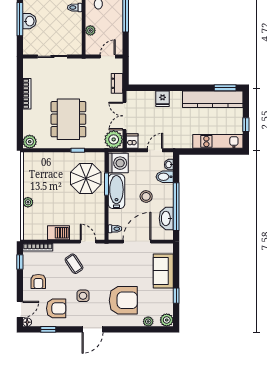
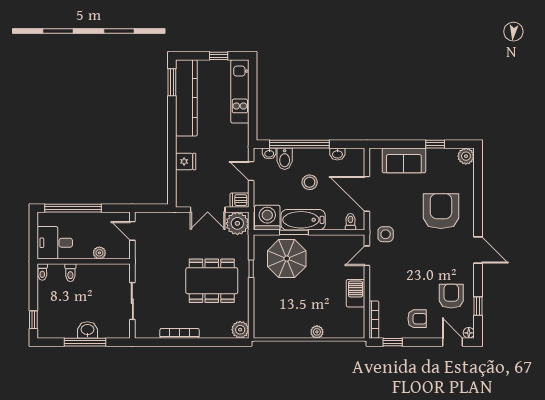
dresser: (117, 83) -> (166, 219), removed
window: (176, 207) -> (299, 144), moved
washbasin: (166, 218) -> (337, 154), width x0.52, depth x0.69
coffee table: (74, 264) -> (395, 274), removed
side table: (83, 296) -> (386, 234), moved
plant: (148, 322) -> (468, 180), removed

